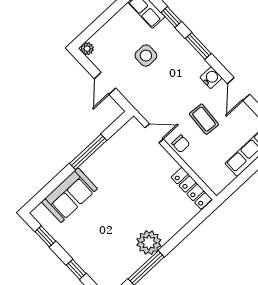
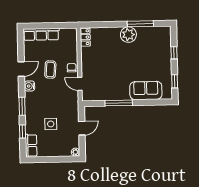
locker: (191, 188) -> (85, 37), width x0.66

